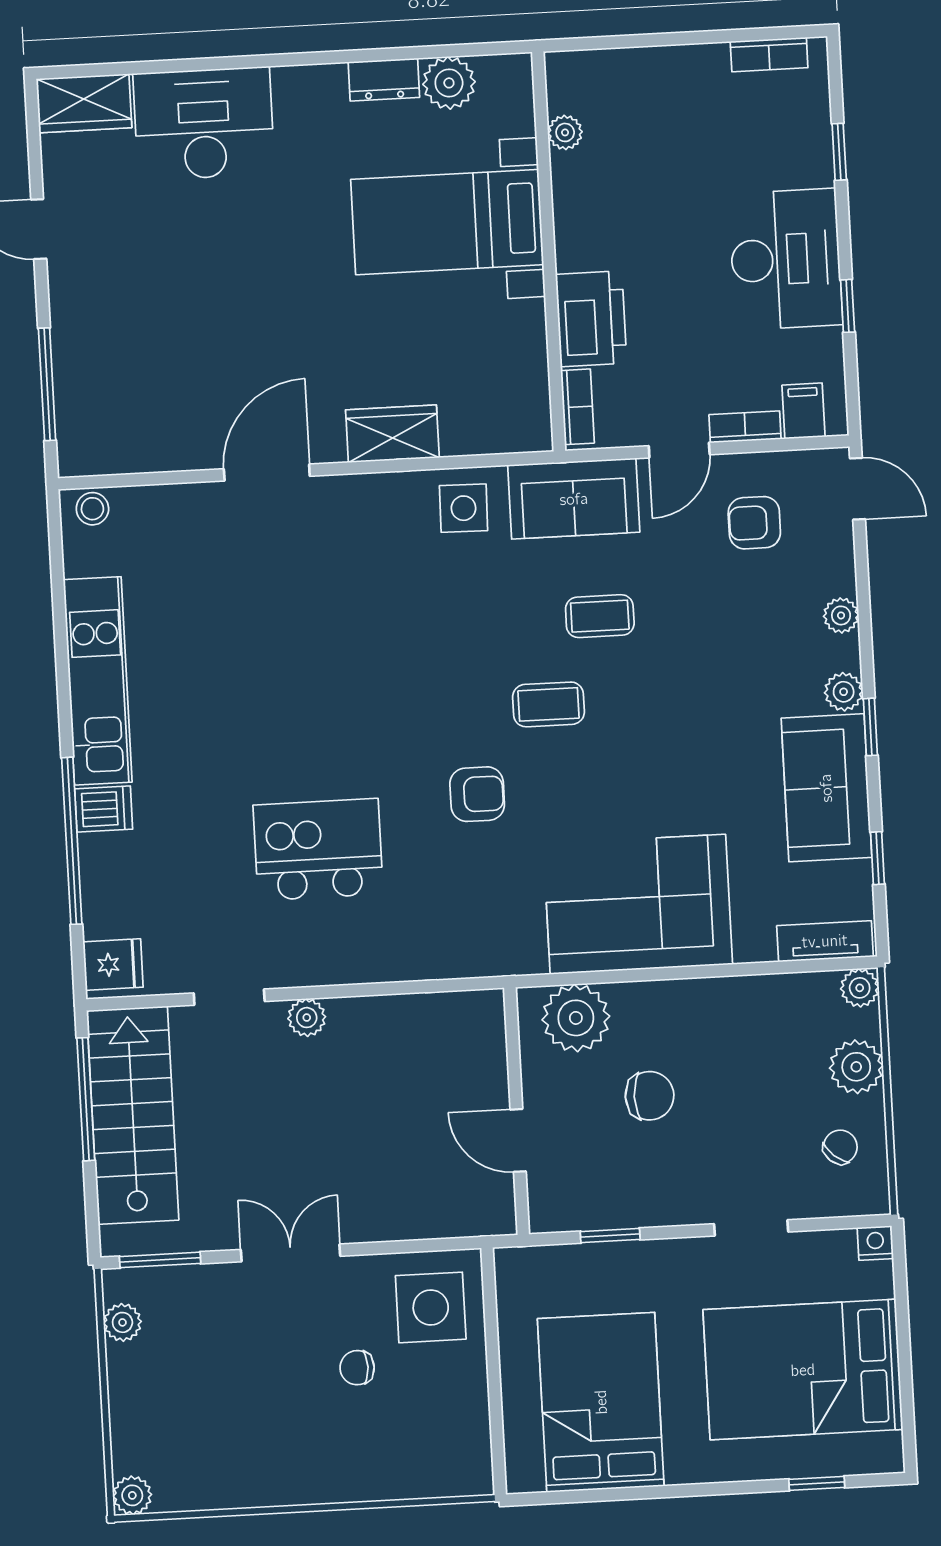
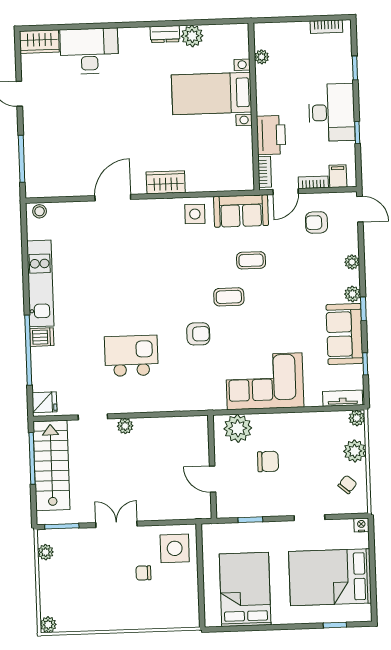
plant: (565, 132) -> (262, 57), moved
bed with nightstands: (447, 222) -> (212, 93), moved
wall: (549, 251) -> (254, 107), moved
printer: (591, 319) -> (271, 135), moved
bookcase: (577, 407) -> (265, 172), moved

